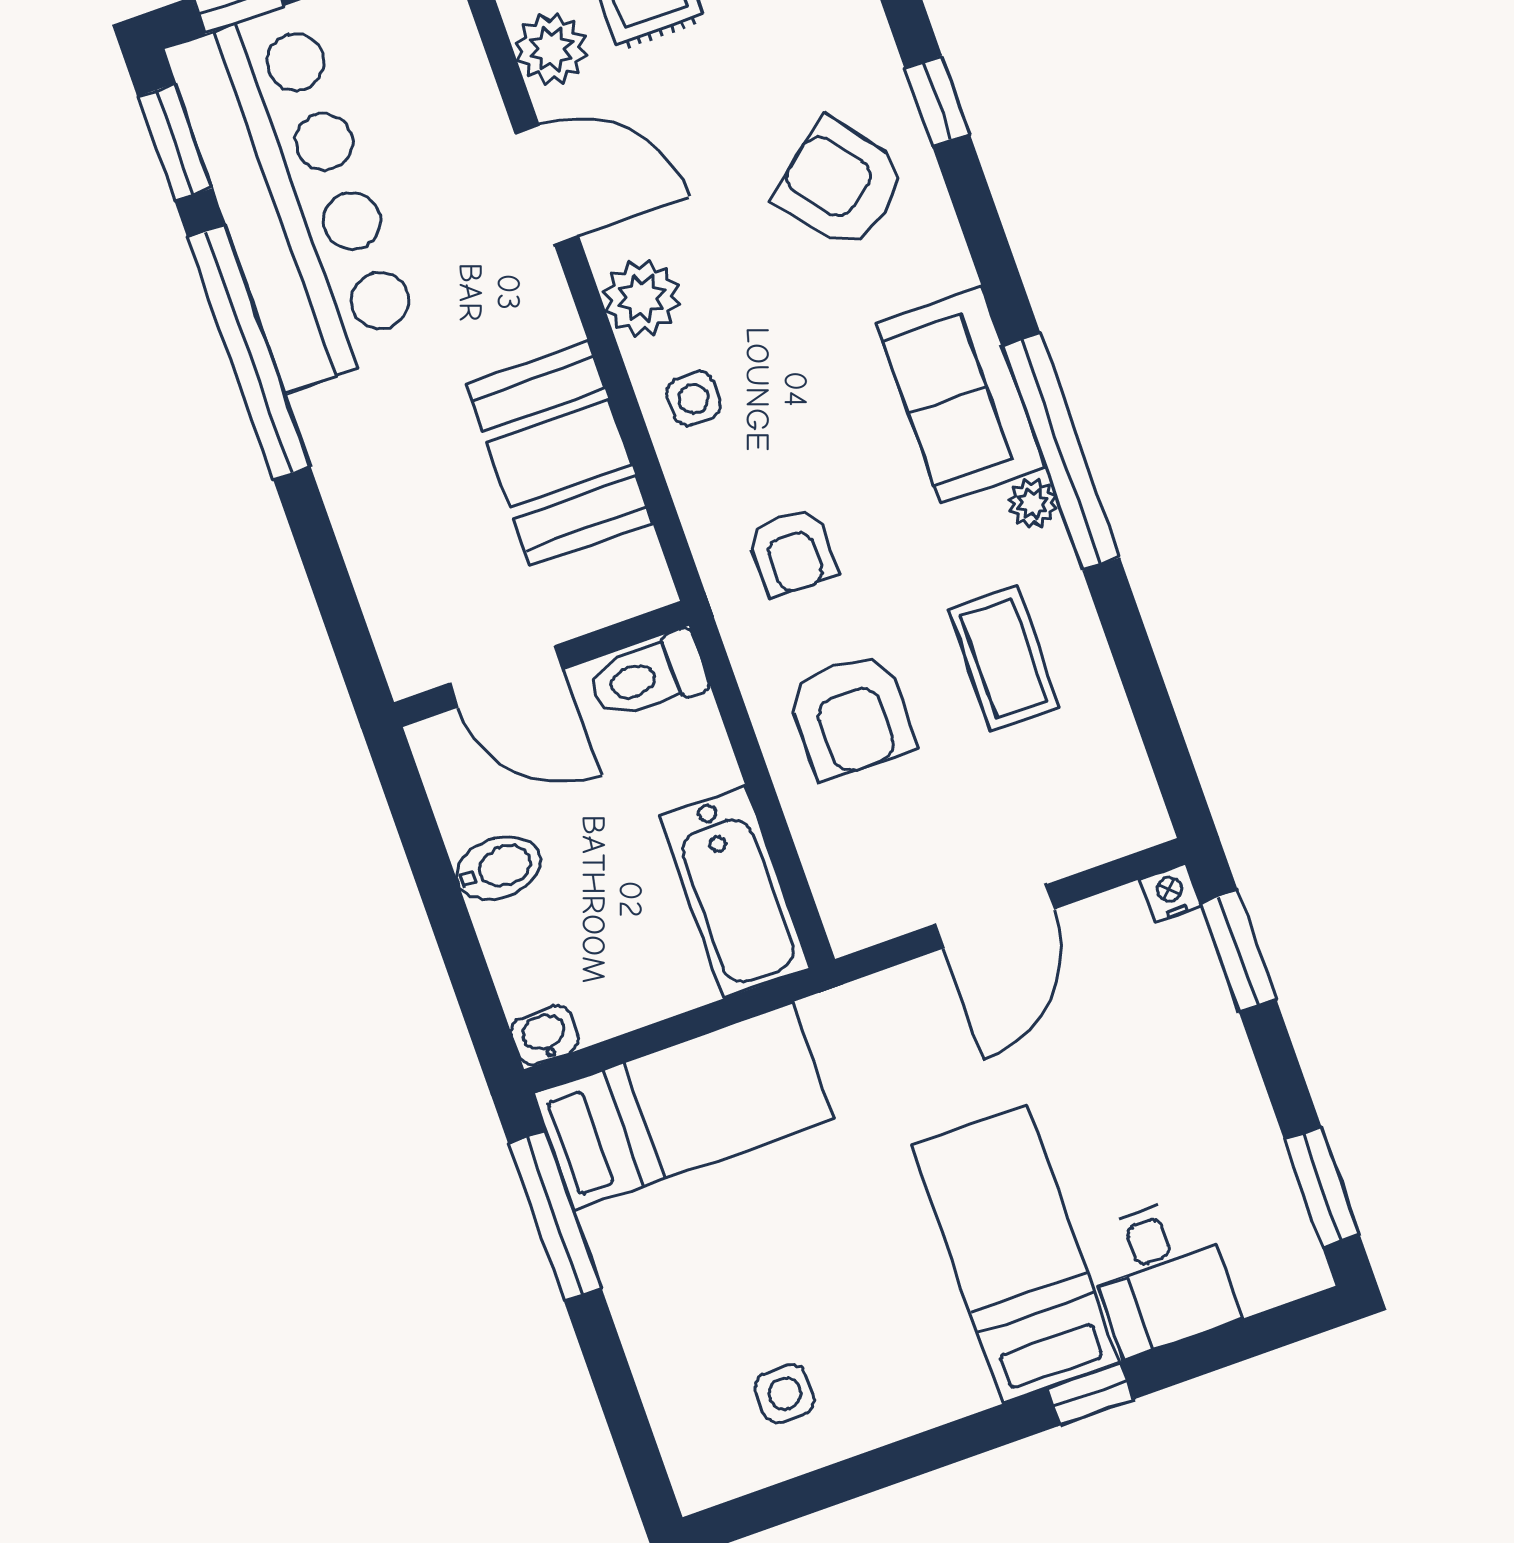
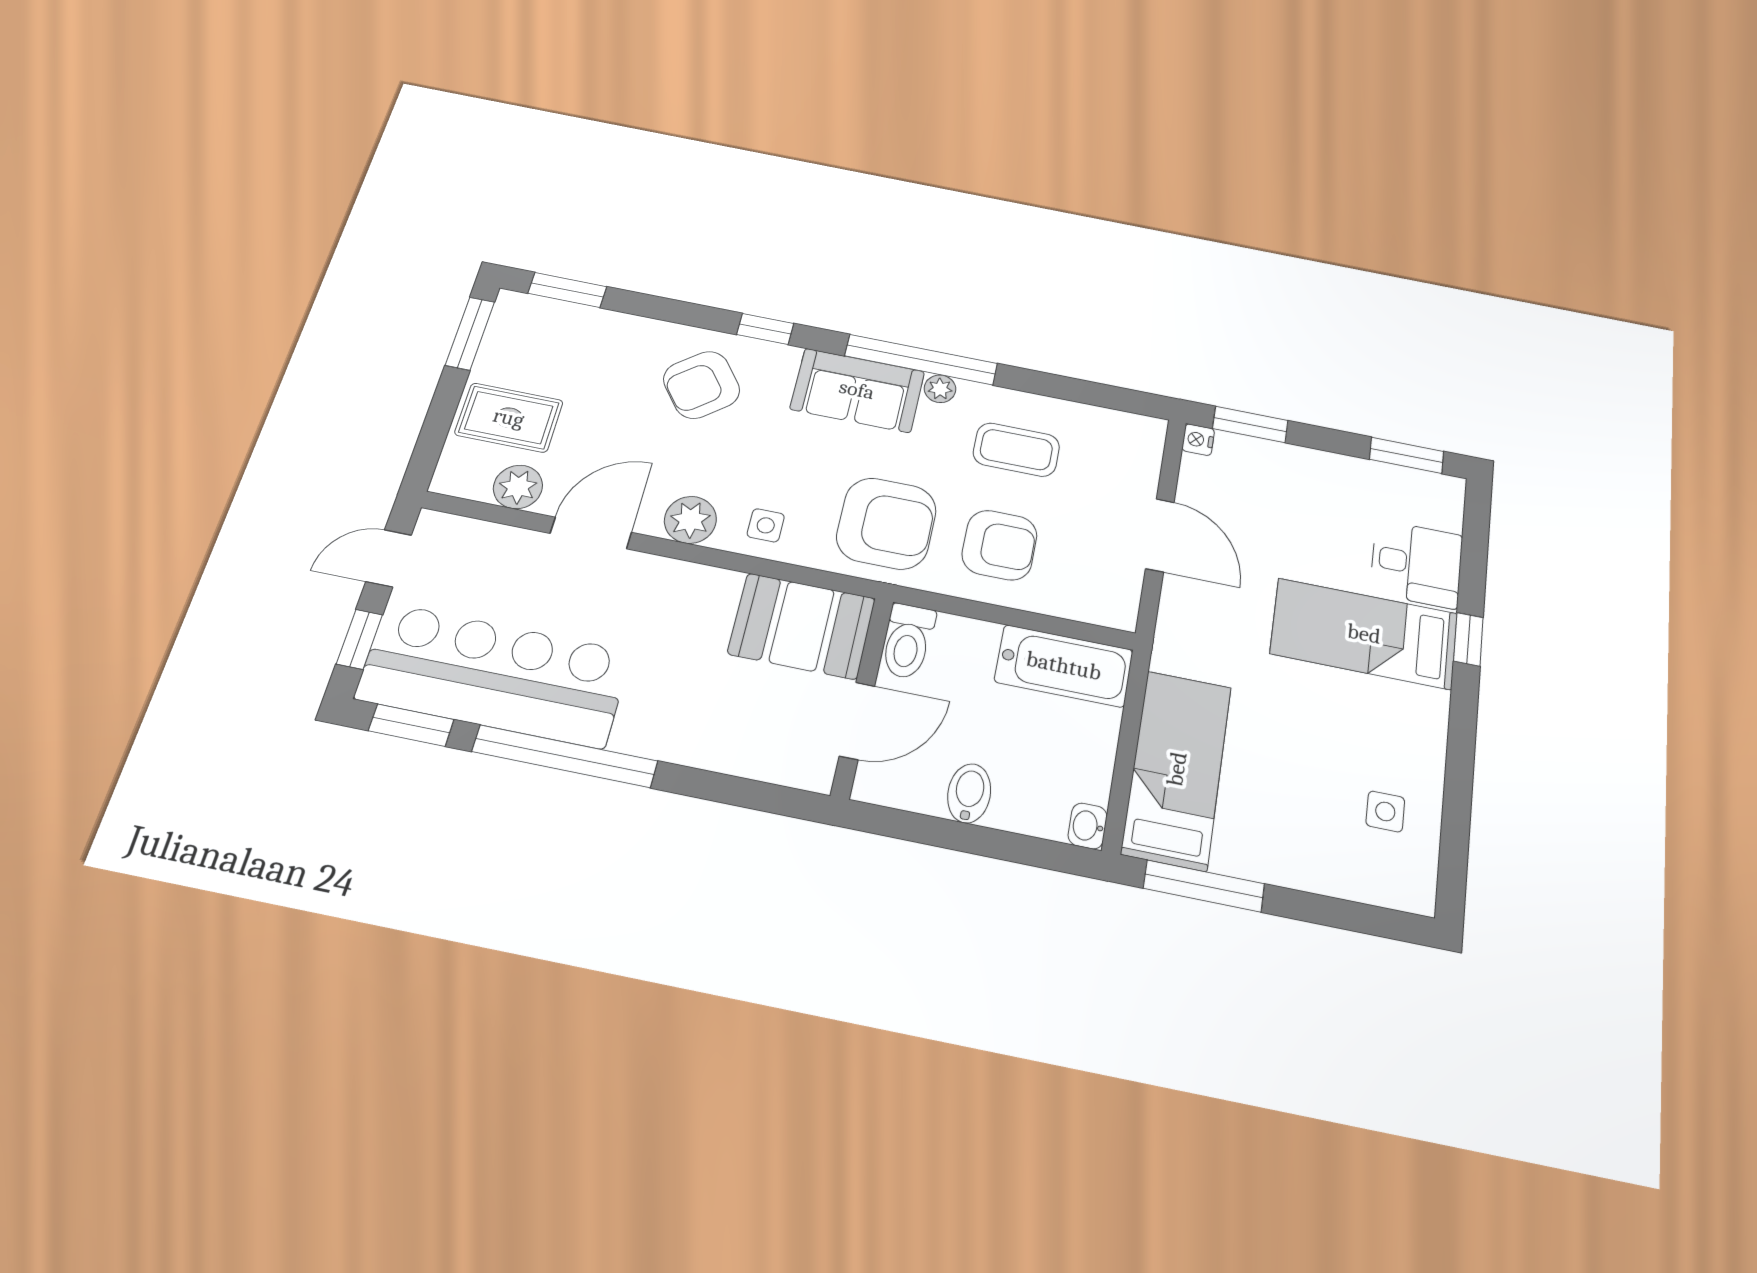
window: (937, 101) -> (765, 329), moved
booth: (559, 454) -> (802, 626), moved
armchair: (792, 552) -> (886, 523), width x1.88, depth x1.88

